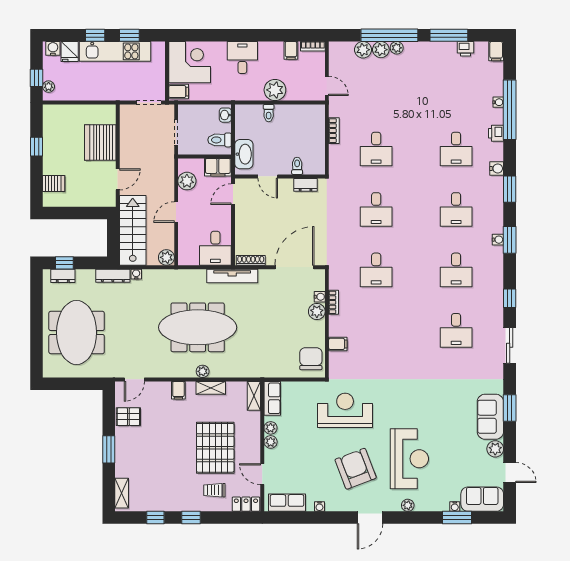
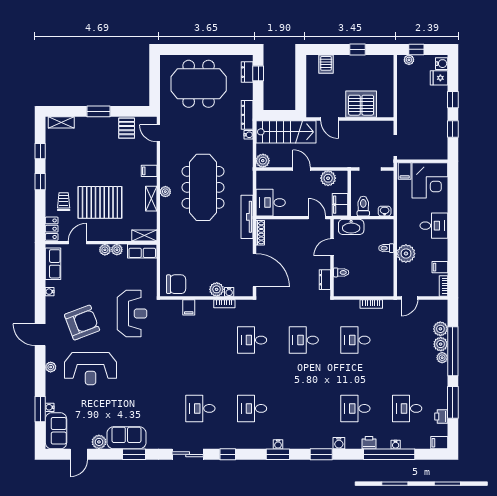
kitchen unit: (115, 51) -> (439, 117), removed
desk: (456, 209) -> (407, 408), moved

